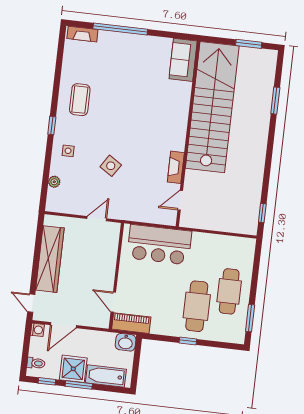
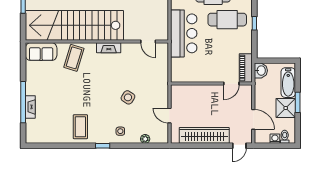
fireplace: (82, 34) -> (30, 107), moved
coffee table: (80, 100) -> (80, 127), turned 90
coffee table: (170, 102) -> (74, 58), added
fireplace: (176, 167) -> (109, 48), moved
door: (97, 219) -> (169, 116), moved
bar counter: (159, 245) -> (184, 33), moved
washing machine: (37, 330) -> (275, 139), moved
window: (47, 381) -> (298, 127), removed

